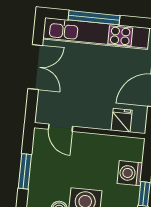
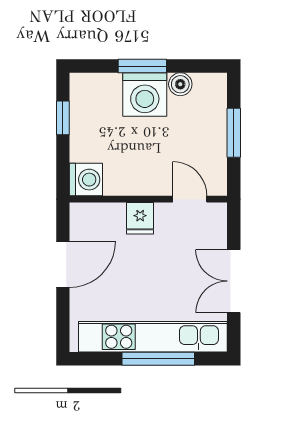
fridge: (122, 120) -> (140, 218), moved
washing machine: (130, 173) -> (86, 180), moved

